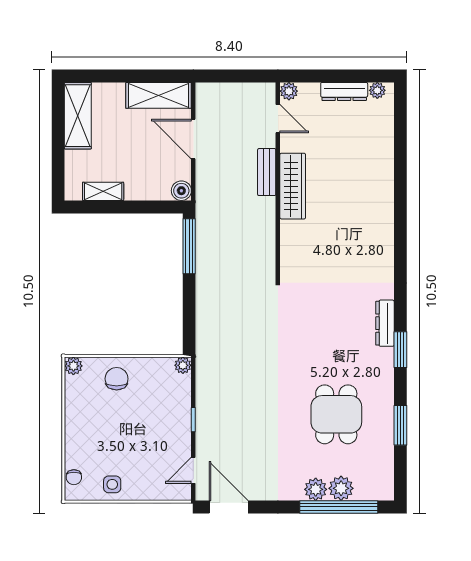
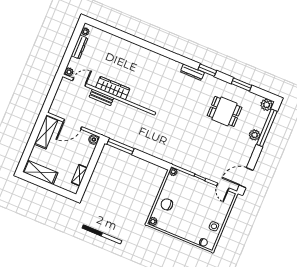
plant: (341, 488) -> (267, 105), moved

